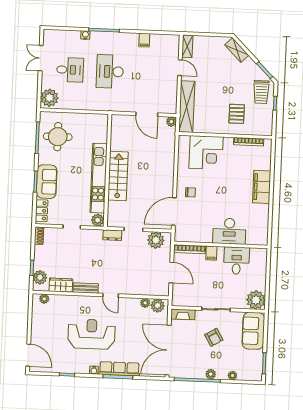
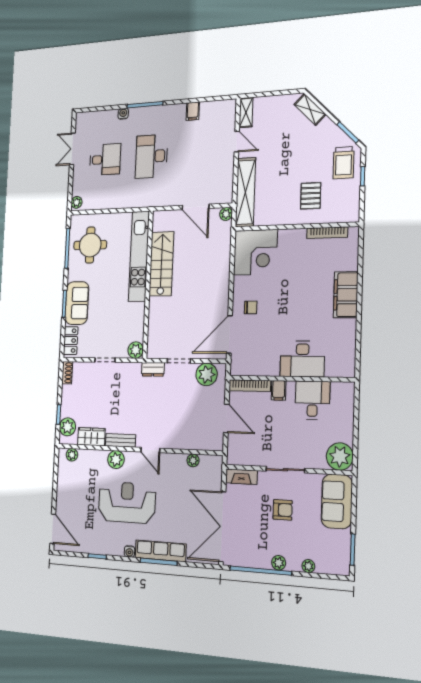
plant: (49, 98) -> (77, 202), width x0.53, depth x0.53
corner desk: (206, 153) -> (255, 252), moved
stairs: (118, 176) -> (161, 264), moved
kitchen unit: (99, 178) -> (139, 256), moved
plant: (158, 306) -> (116, 460), moved
armchair: (214, 337) -> (283, 510), turned -59

